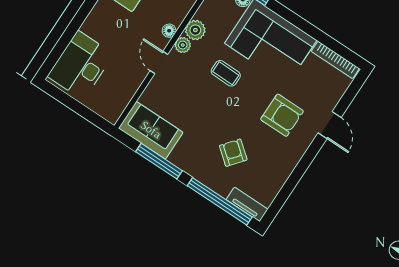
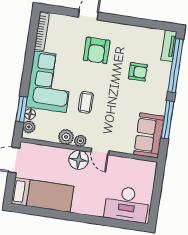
floor lamp: (169, 31) -> (79, 160), width x1.89, depth x1.89
door: (159, 63) -> (100, 151), hinge flipped
armchair: (282, 115) -> (97, 50), turned 180
armchair: (233, 153) -> (138, 72), turned -129

